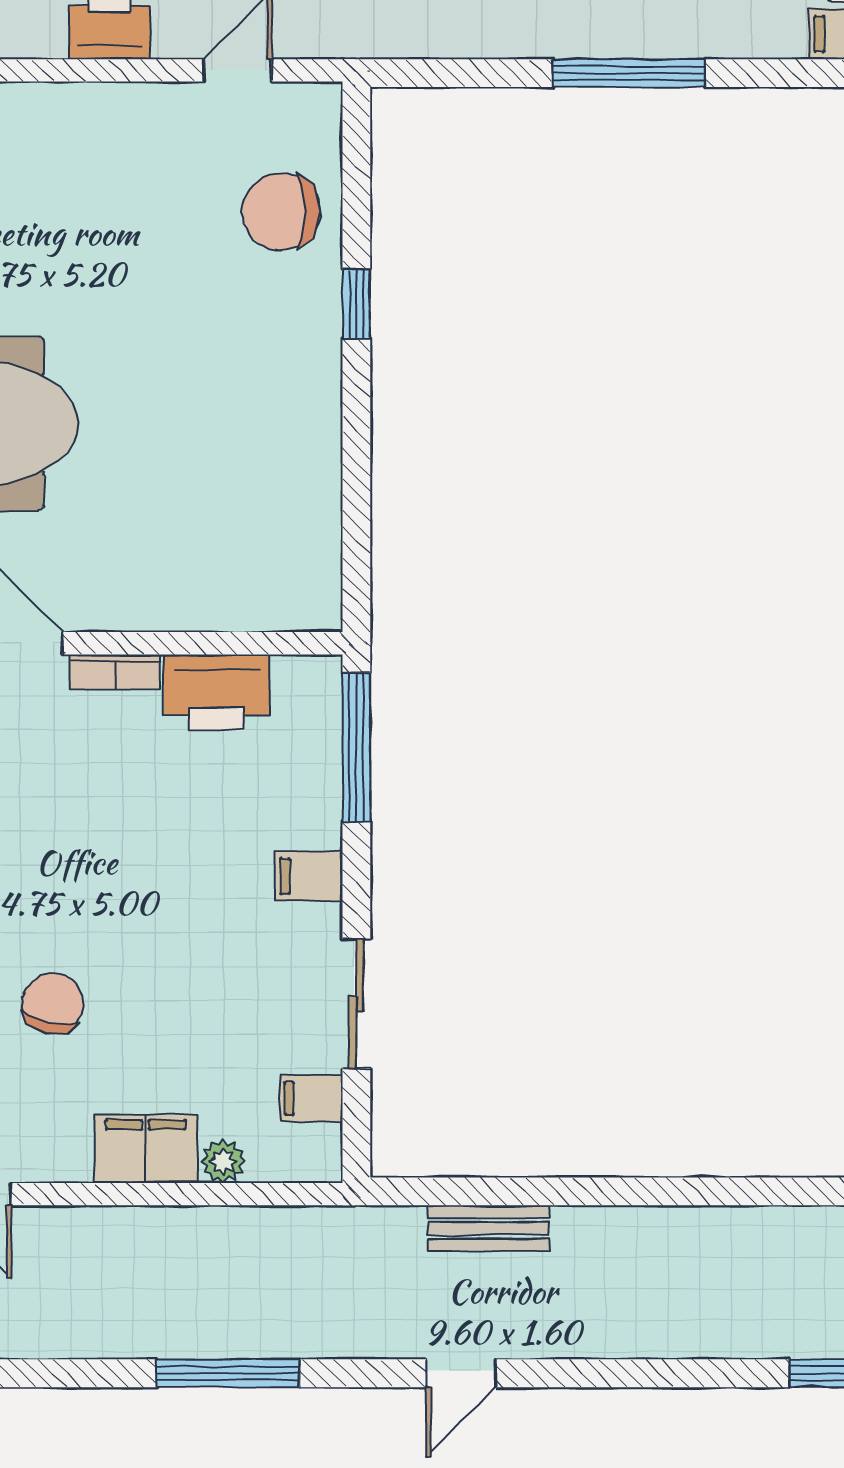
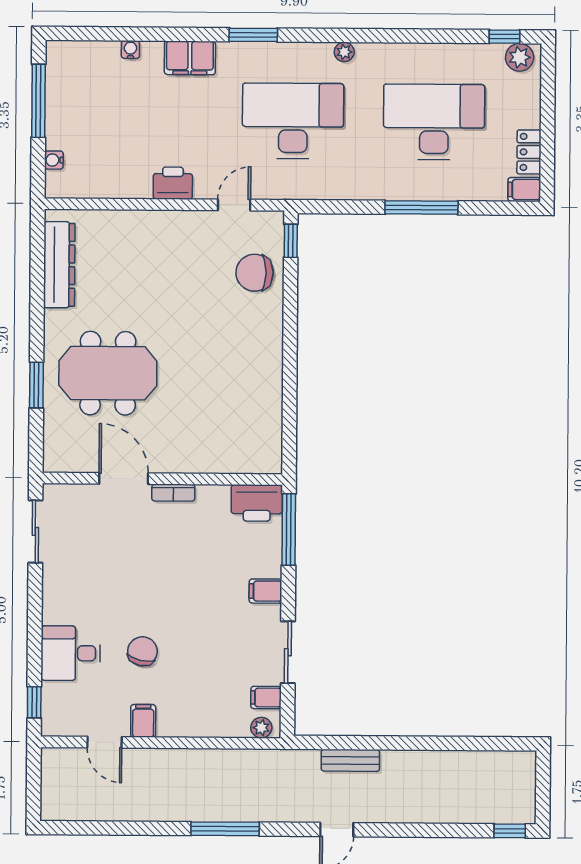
window: (356, 304) -> (291, 241), moved
printer: (217, 692) -> (257, 503), moved
filing cabinet: (146, 1149) -> (143, 721), moved, width x0.50
plant: (223, 1161) -> (261, 728), moved

